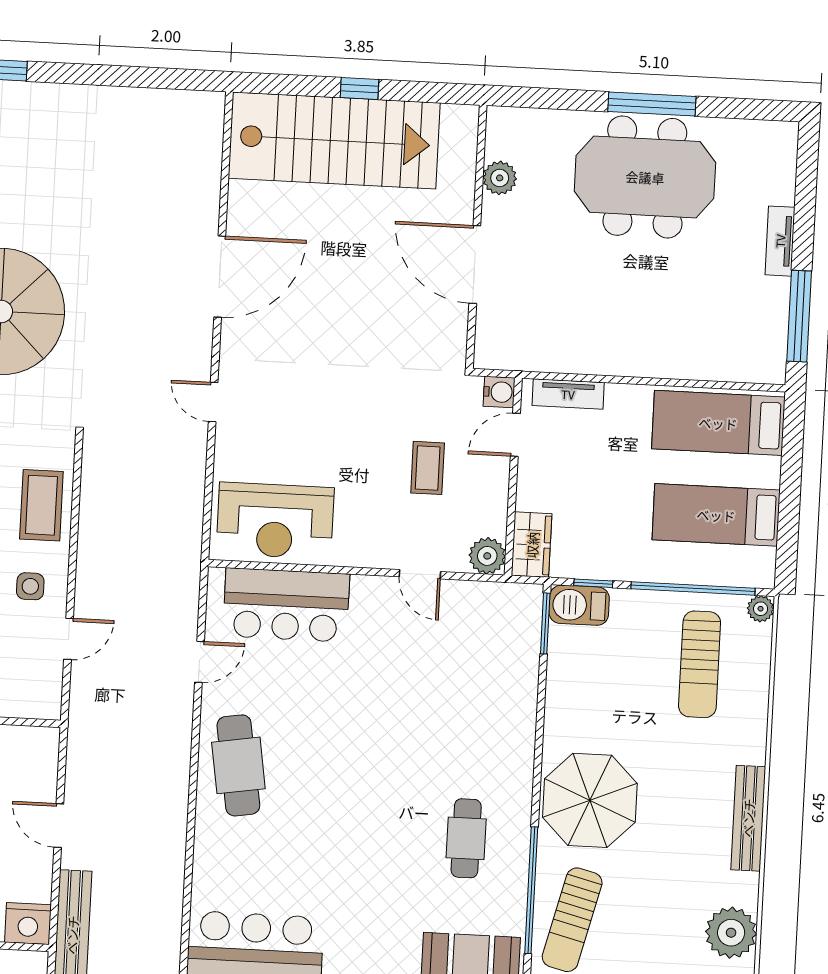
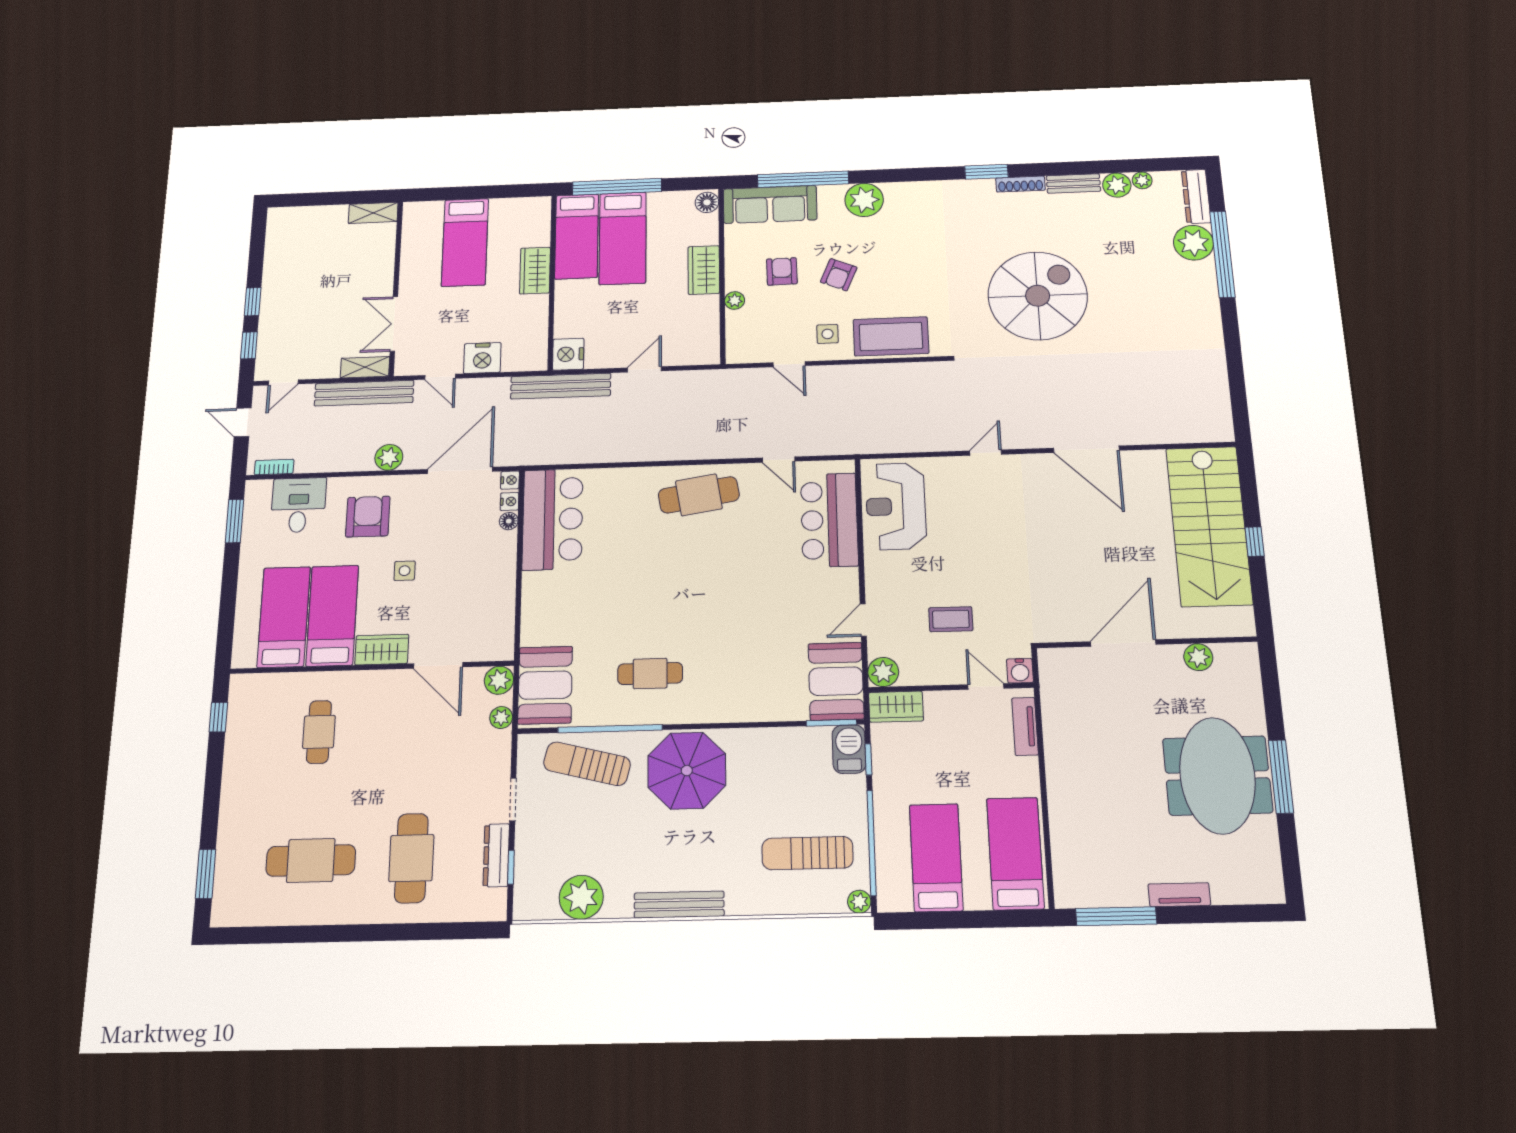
coffee table: (41, 505) -> (891, 336), width x1.36, depth x1.32
booth: (494, 614) -> (836, 681), added

